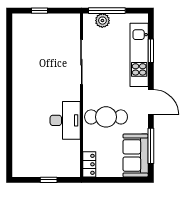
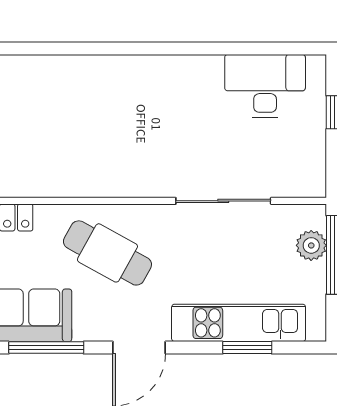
cafe table: (106, 117) -> (107, 253), turned -61
desk: (65, 120) -> (265, 86), moved, turned 180

